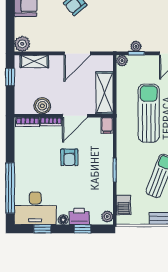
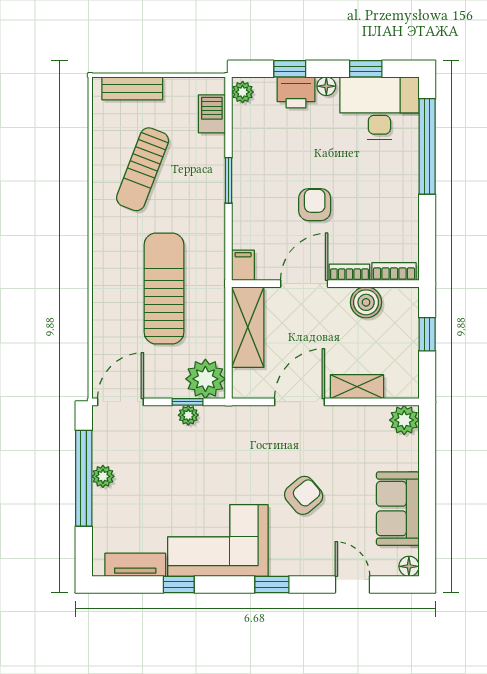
shelving: (34, 61) -> (357, 387), moved
plant: (122, 61) -> (205, 379), width x1.88, depth x1.88
window: (10, 77) -> (427, 334), moved
sun lounger: (149, 113) -> (164, 288), turned 180

